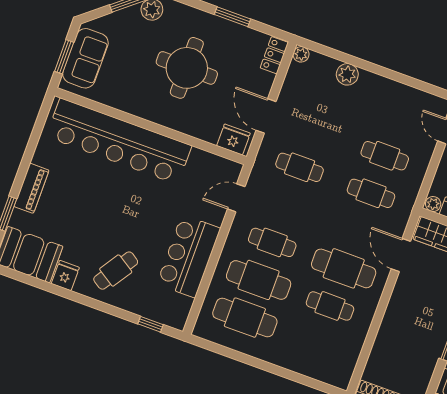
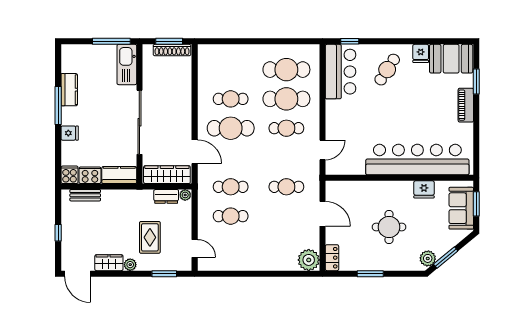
plant: (301, 54) -> (309, 260), width x1.87, depth x1.87
round table: (187, 68) -> (389, 227), width x0.73, depth x0.73
plant: (347, 74) -> (277, 263), removed
fridge: (233, 139) -> (424, 189), moved
bar counter: (189, 256) -> (341, 72), moved

